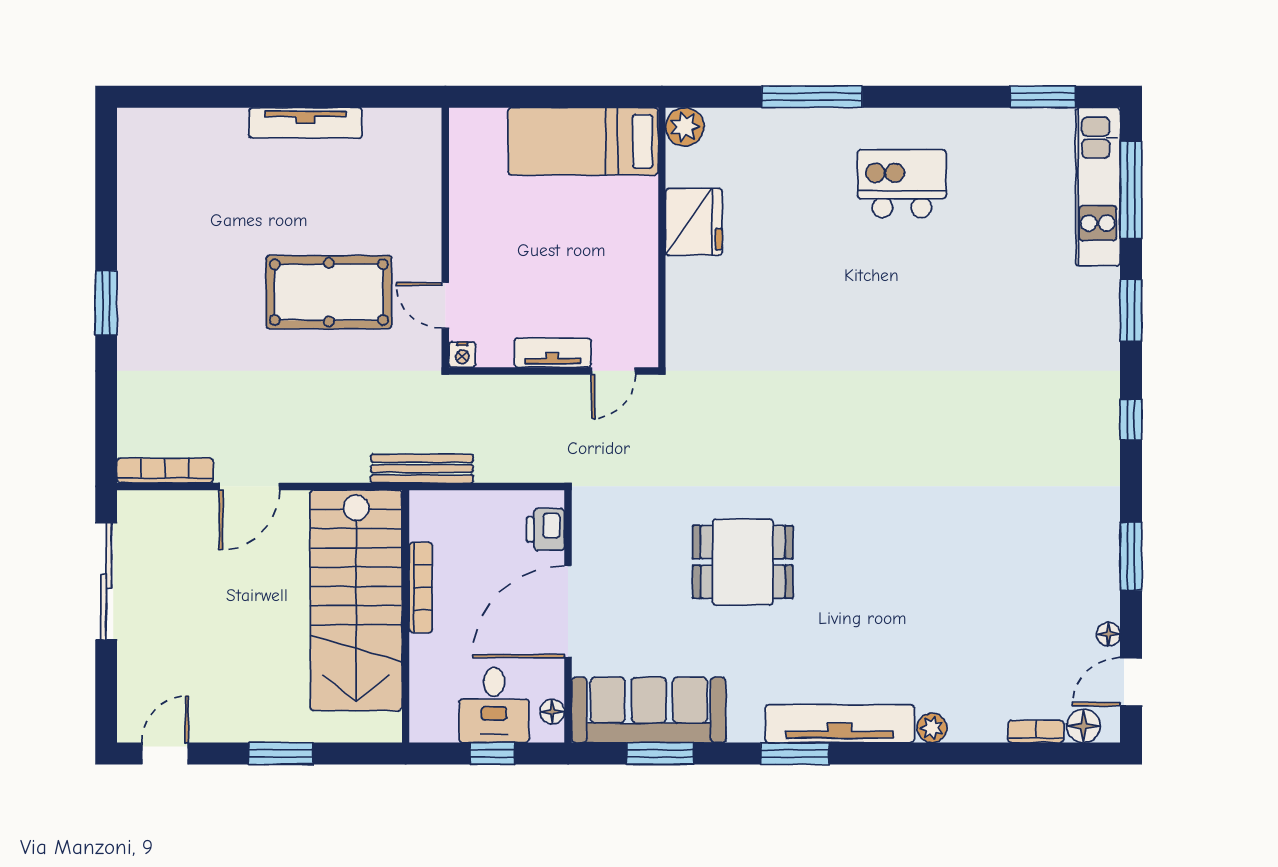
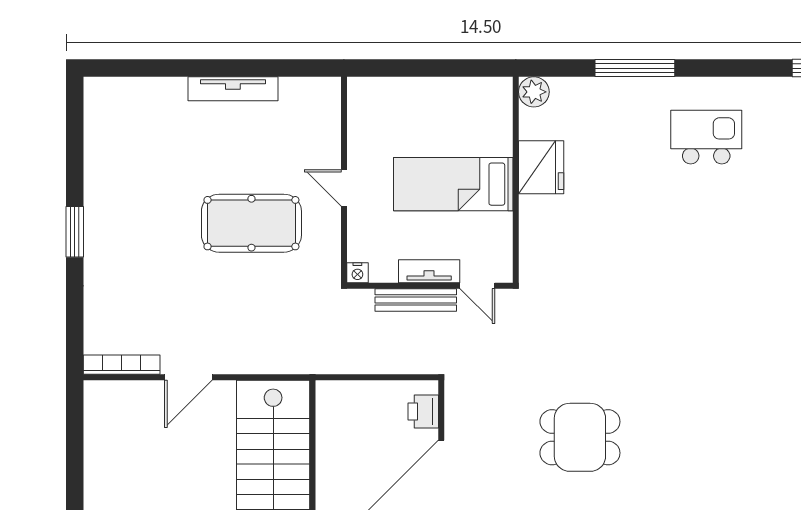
bed: (583, 141) -> (453, 184), moved
door: (445, 305) -> (344, 188), moved
door: (613, 371) -> (477, 286), hinge flipped
bench: (422, 469) -> (416, 300), moved
sliding door: (106, 581) -> (75, 453), removed
bookcase: (421, 587) -> (324, 457), removed

